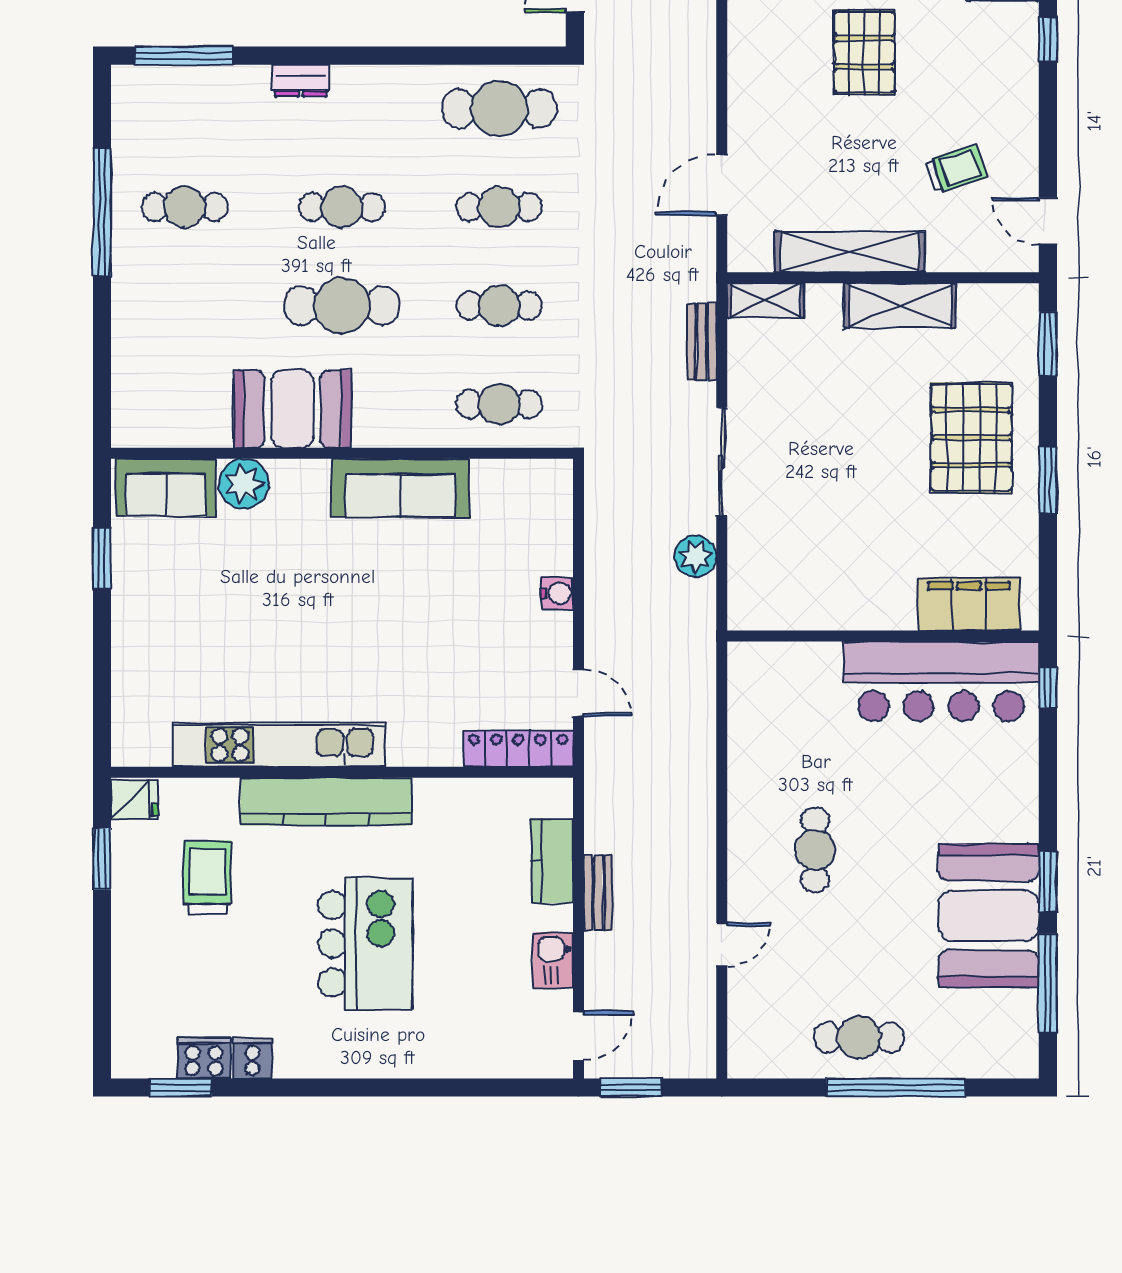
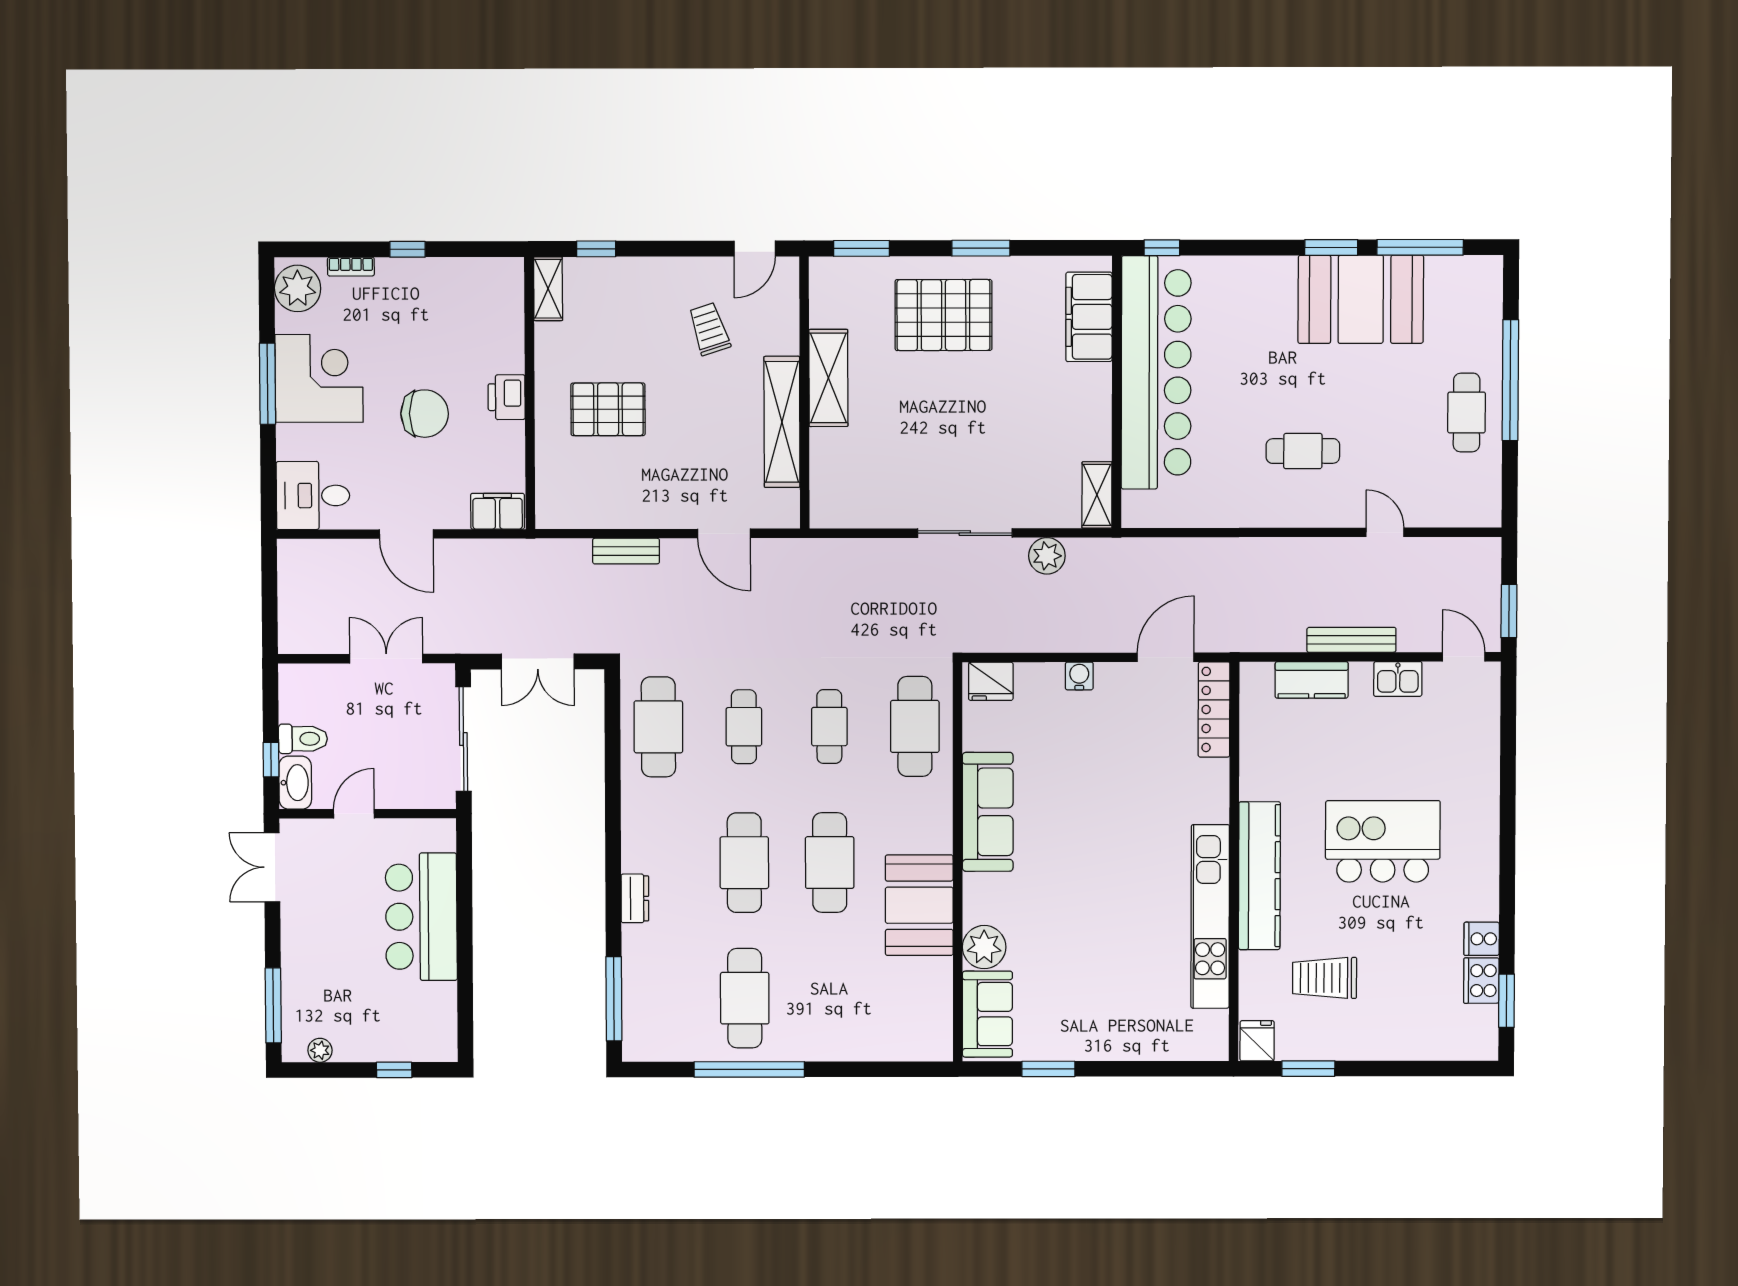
cafe table: (185, 207) -> (745, 998), width x1.37, depth x1.35
cafe table: (342, 207) -> (744, 863), width x1.37, depth x1.35
shelving: (765, 300) -> (1097, 495), moved
bench: (702, 342) -> (626, 551), moved
cafe table: (499, 404) -> (915, 726), width x1.37, depth x1.35
fridge: (551, 492) -> (991, 681), added
bar counter: (941, 681) -> (1156, 372), width x1.36
door: (578, 693) -> (1166, 657), width x1.38
bench: (598, 893) -> (1351, 640), width x1.36

